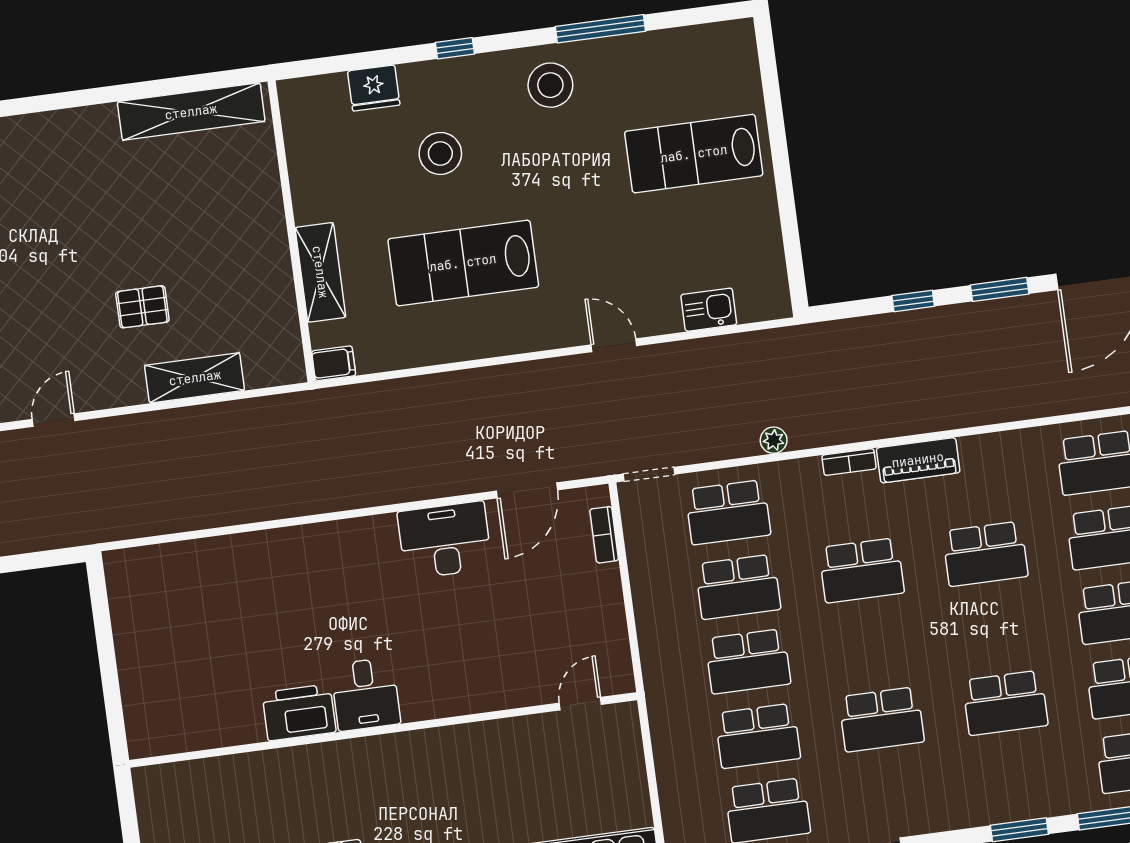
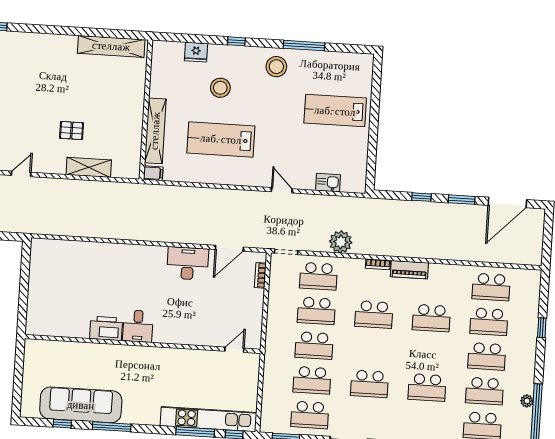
shelving: (320, 272) -> (155, 131), width x1.47
plant: (774, 440) -> (341, 242), width x1.87, depth x1.87

